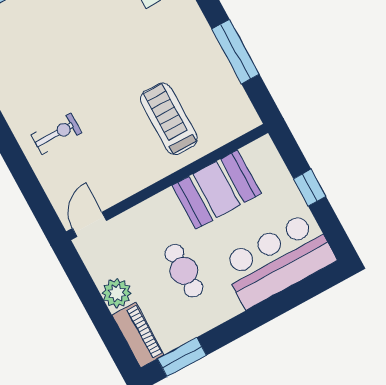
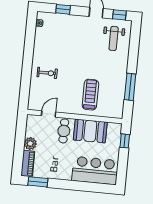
window: (310, 188) -> (125, 141), moved
door: (89, 224) -> (49, 114), moved
cafe table: (184, 271) -> (64, 131), moved

